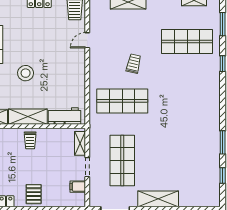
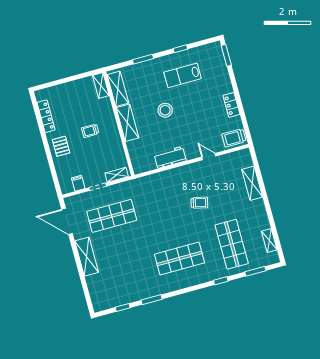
shop shelf: (122, 101) -> (179, 259), moved, turned 90
workbench: (64, 116) -> (170, 157), moved, turned -90
trolley: (30, 140) -> (90, 131), moved
pallet: (34, 194) -> (61, 146), turned 90

